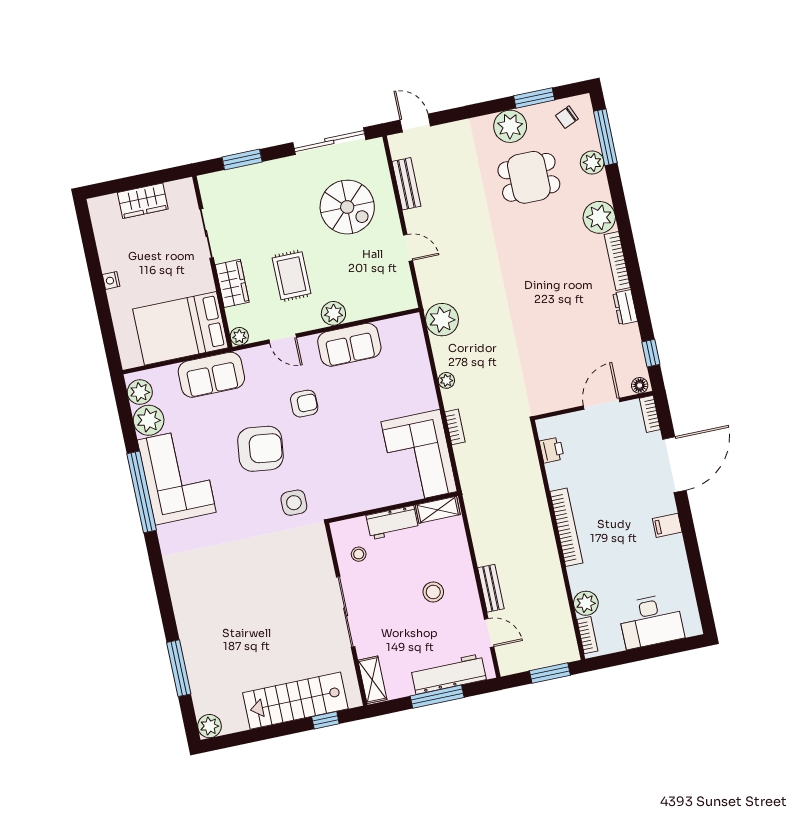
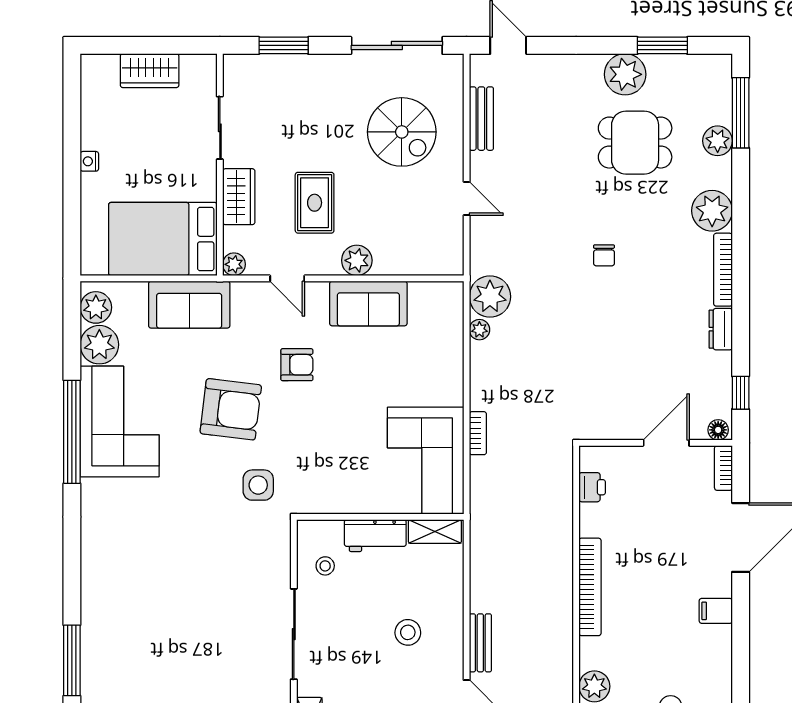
chair: (567, 117) -> (604, 255), moved, turned -66
plant: (446, 380) -> (479, 330), moved

